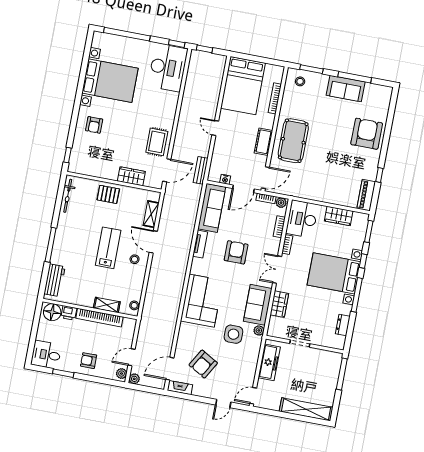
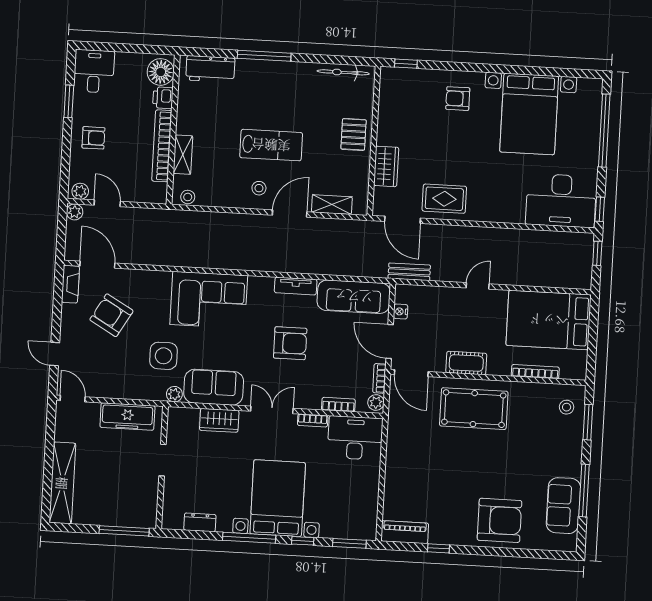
sofa: (346, 89) -> (563, 506), moved
wardrobe: (339, 216) -> (367, 494), removed
armchair: (89, 361) -> (93, 138), turned 90

